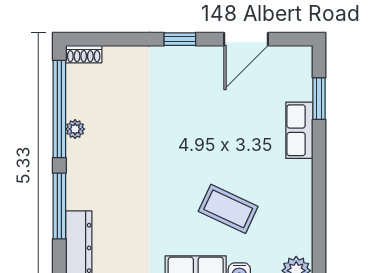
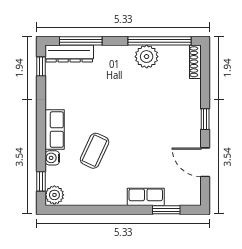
shoe rack: (84, 54) -> (195, 62), width x1.43
plant: (75, 129) -> (147, 57), width x1.88, depth x1.88
window: (59, 206) -> (81, 41), moved

